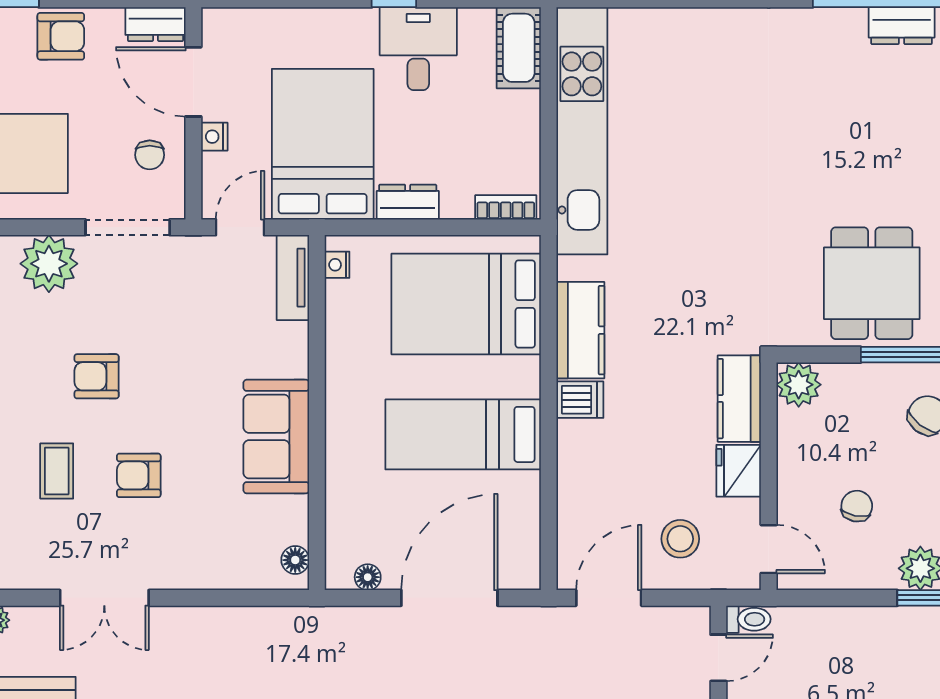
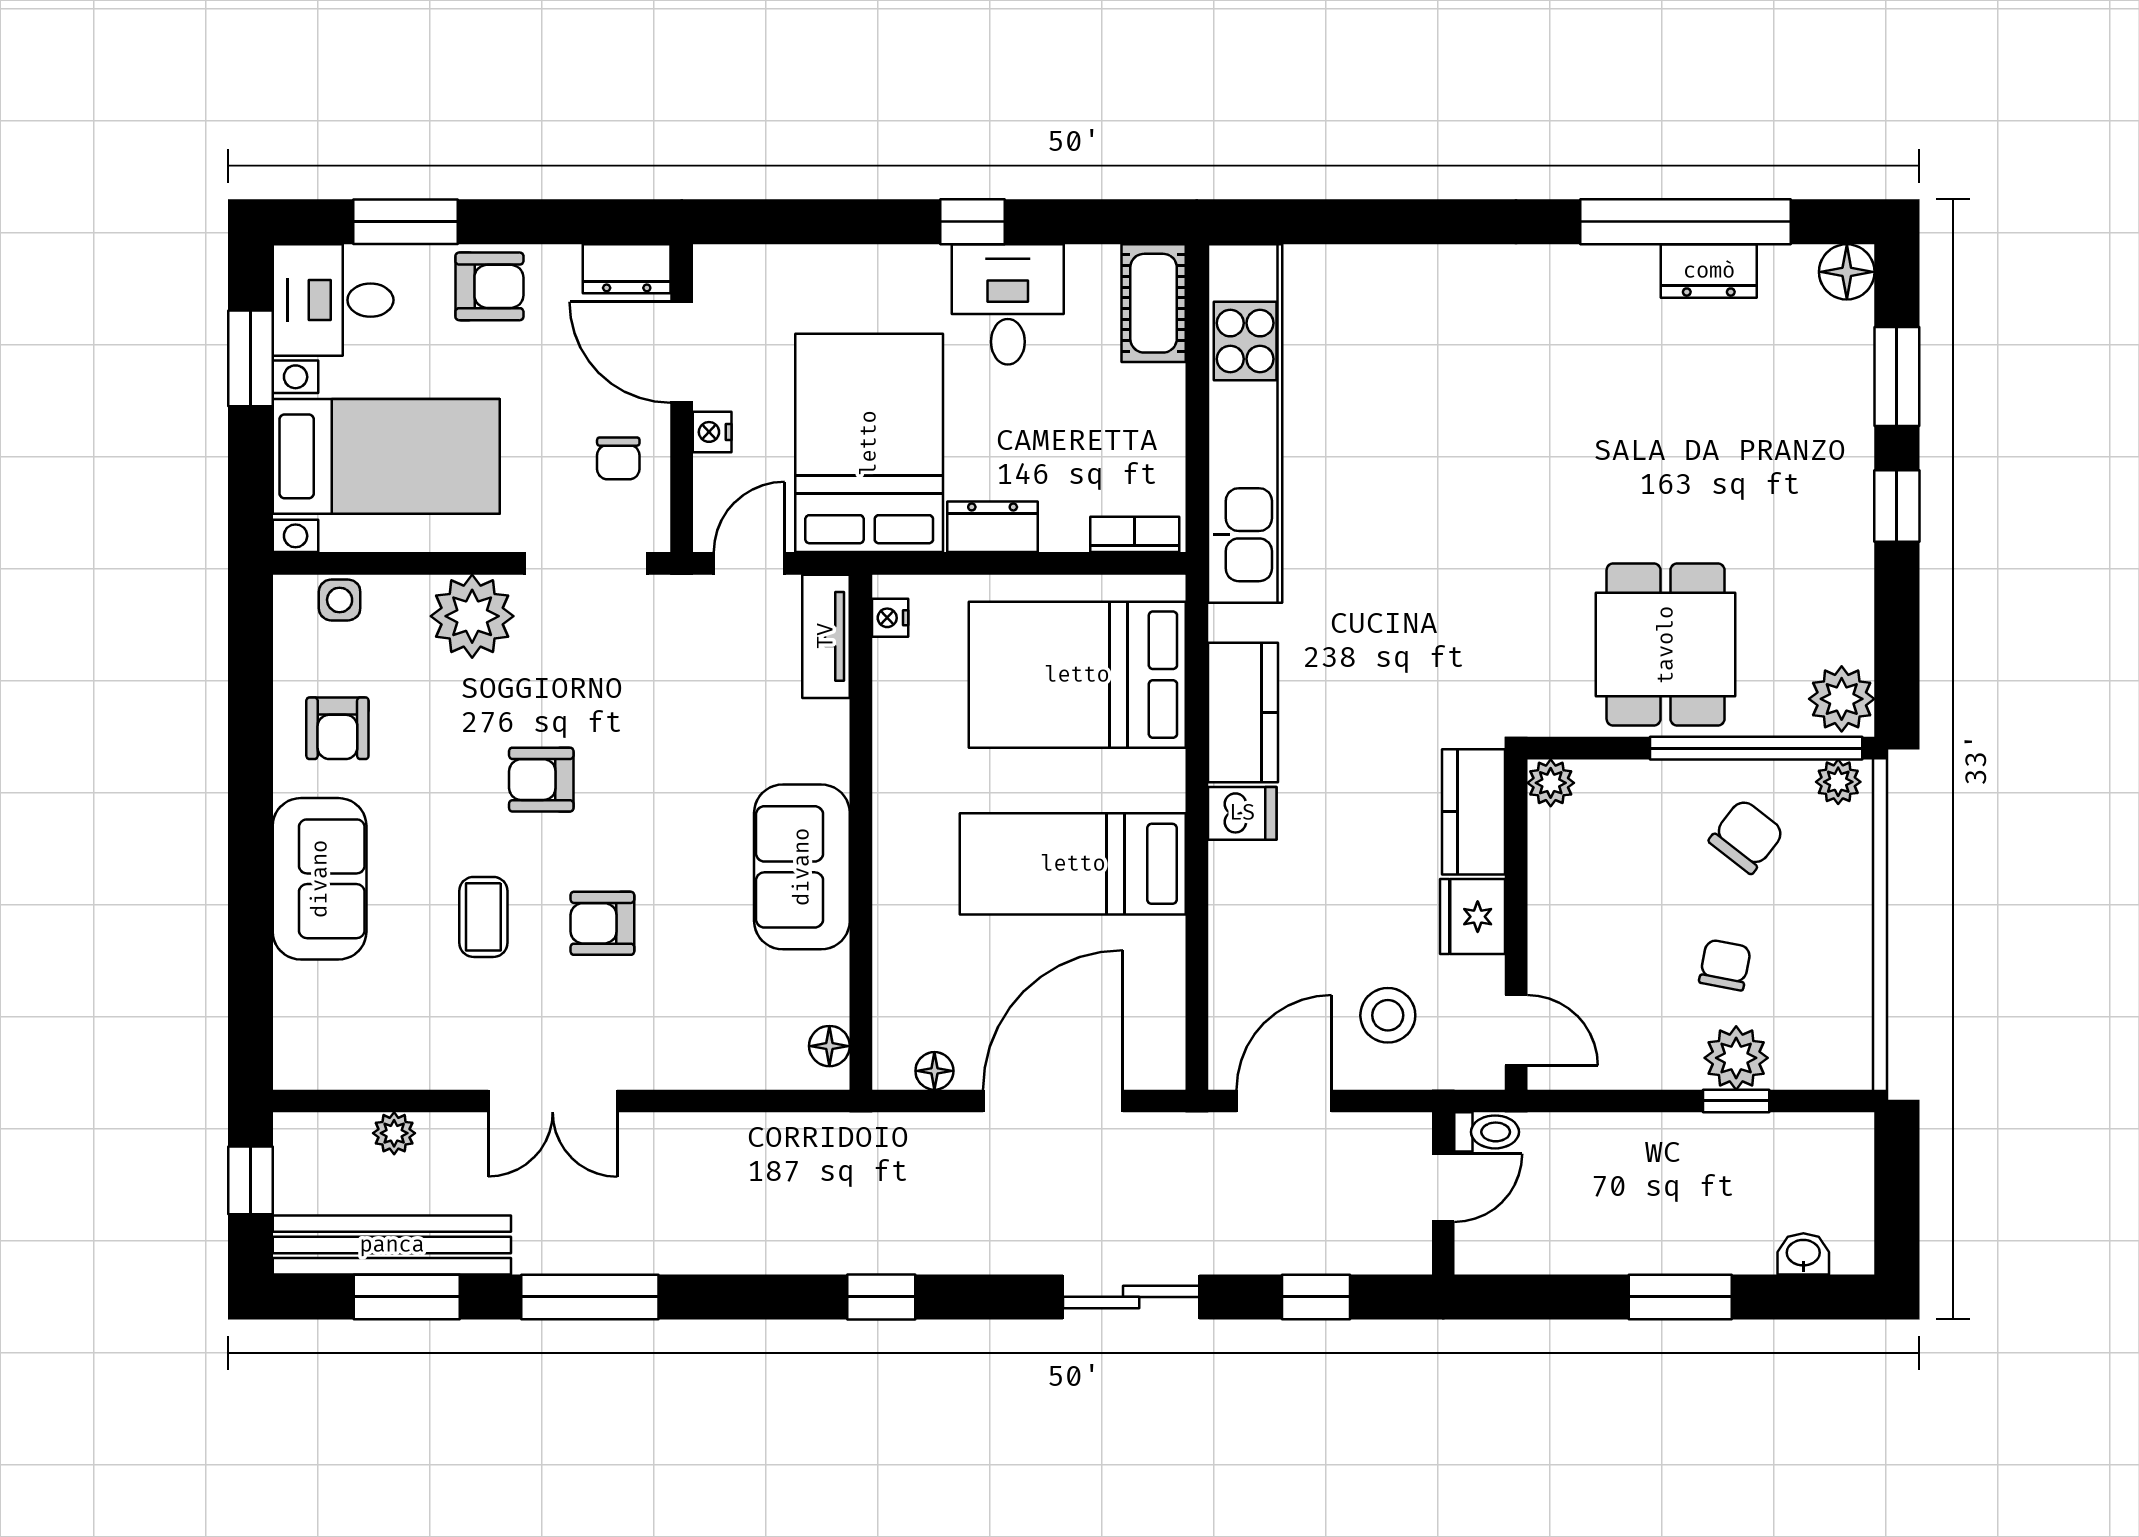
plant: (799, 385) -> (1551, 783), width x0.73, depth x0.73
chair: (857, 506) -> (1725, 965), moved

